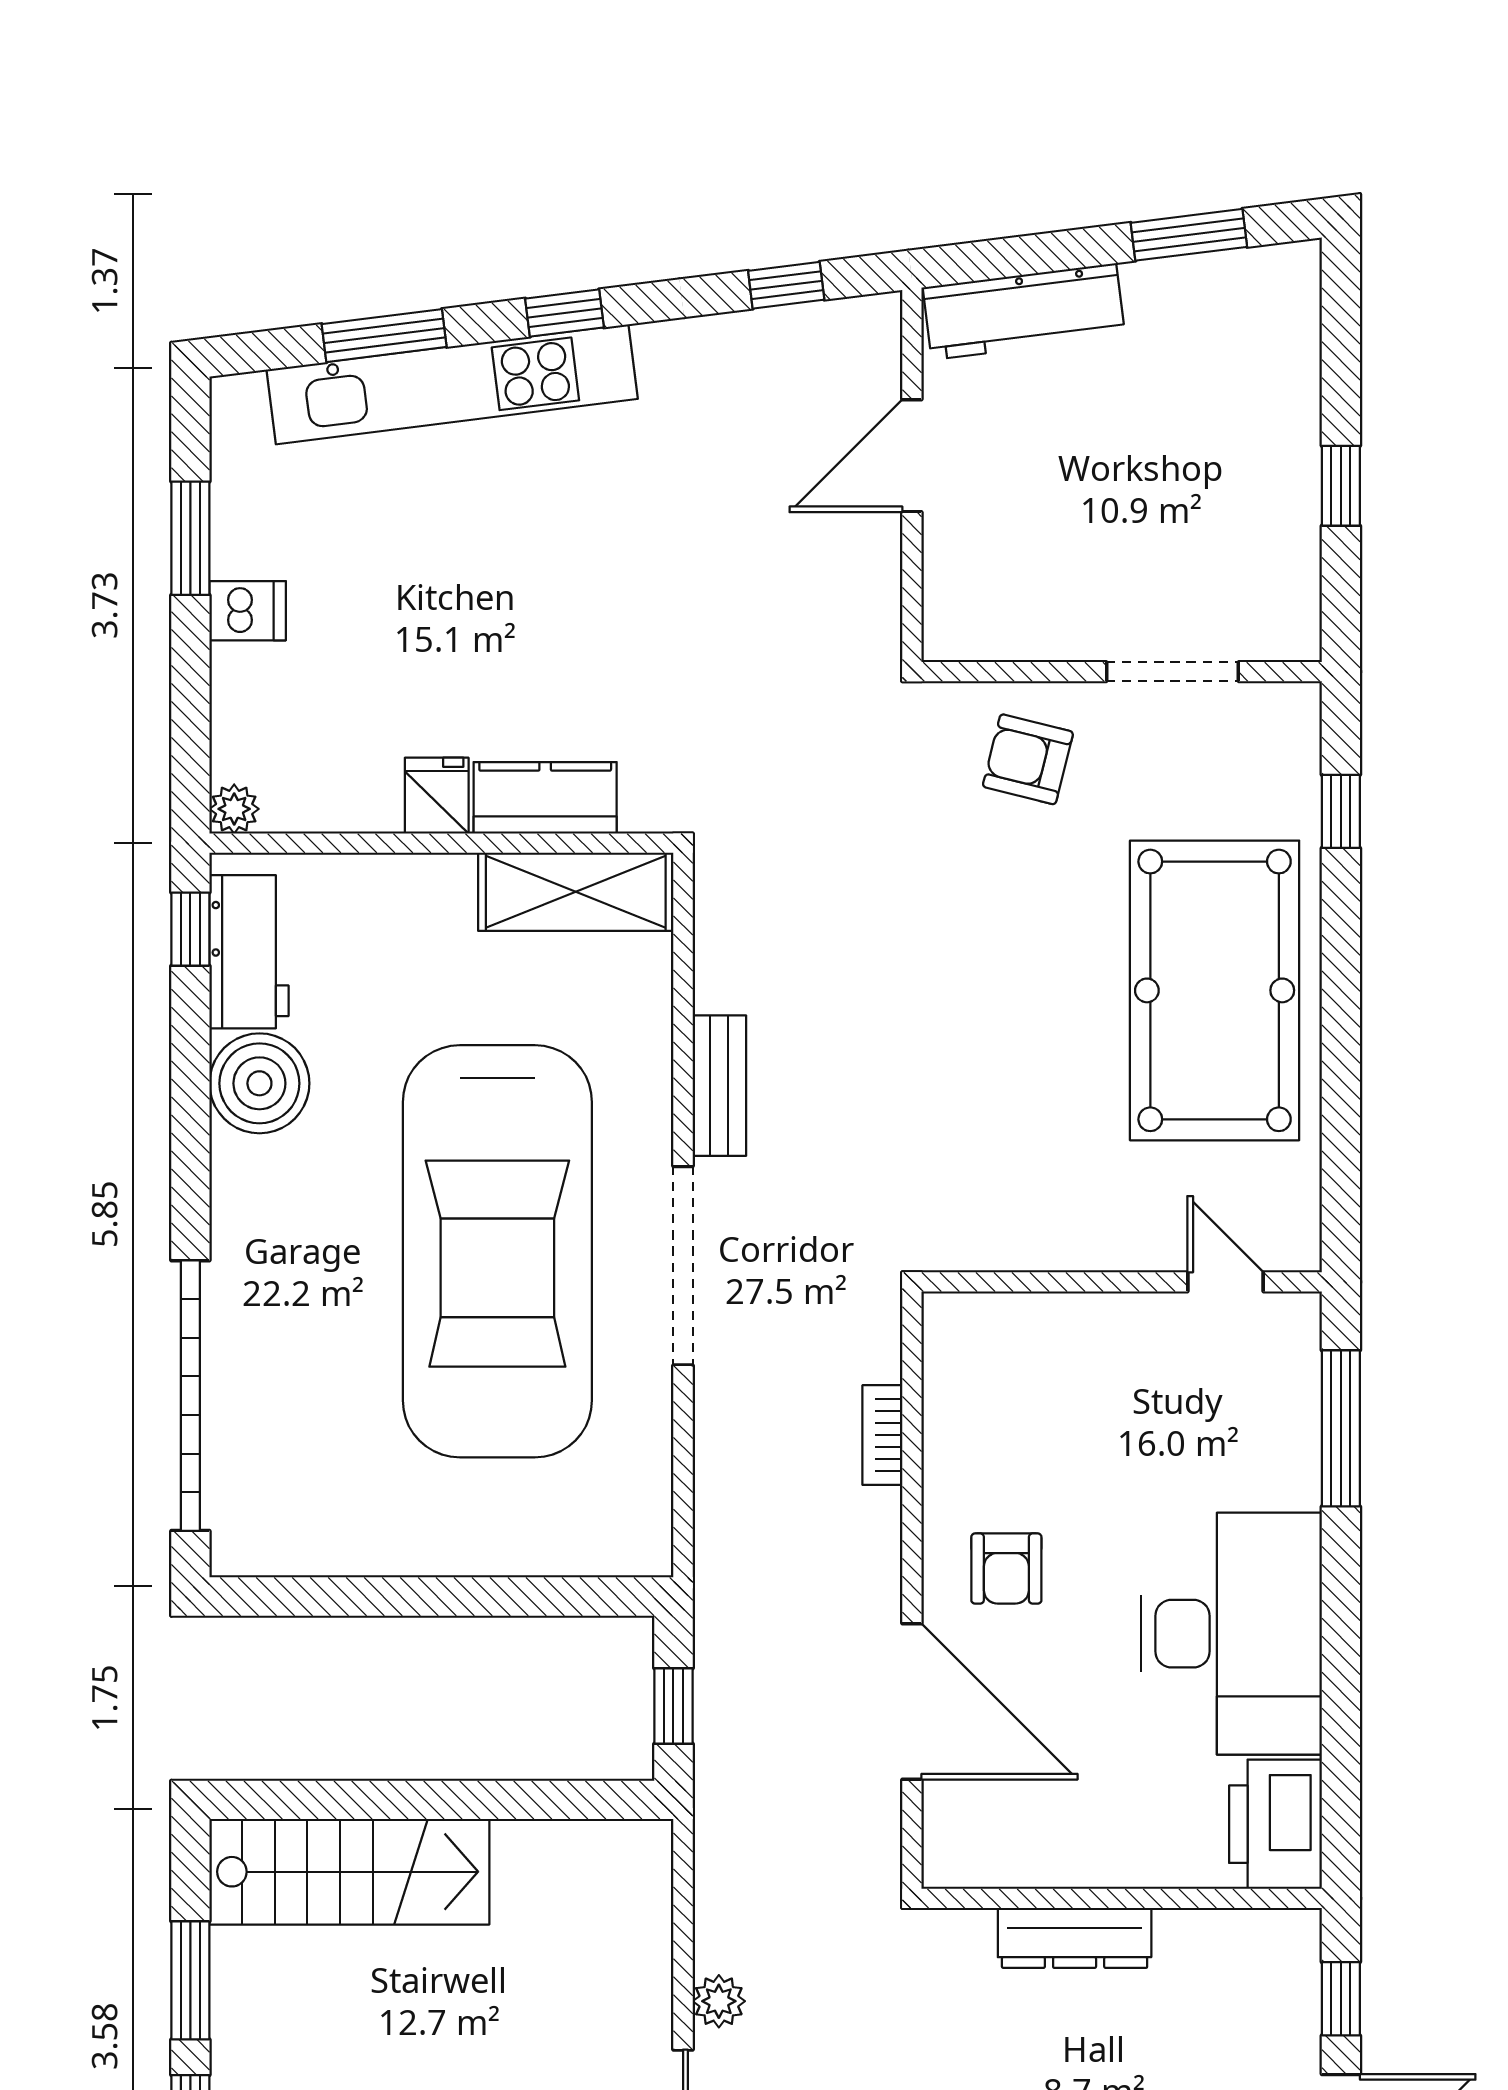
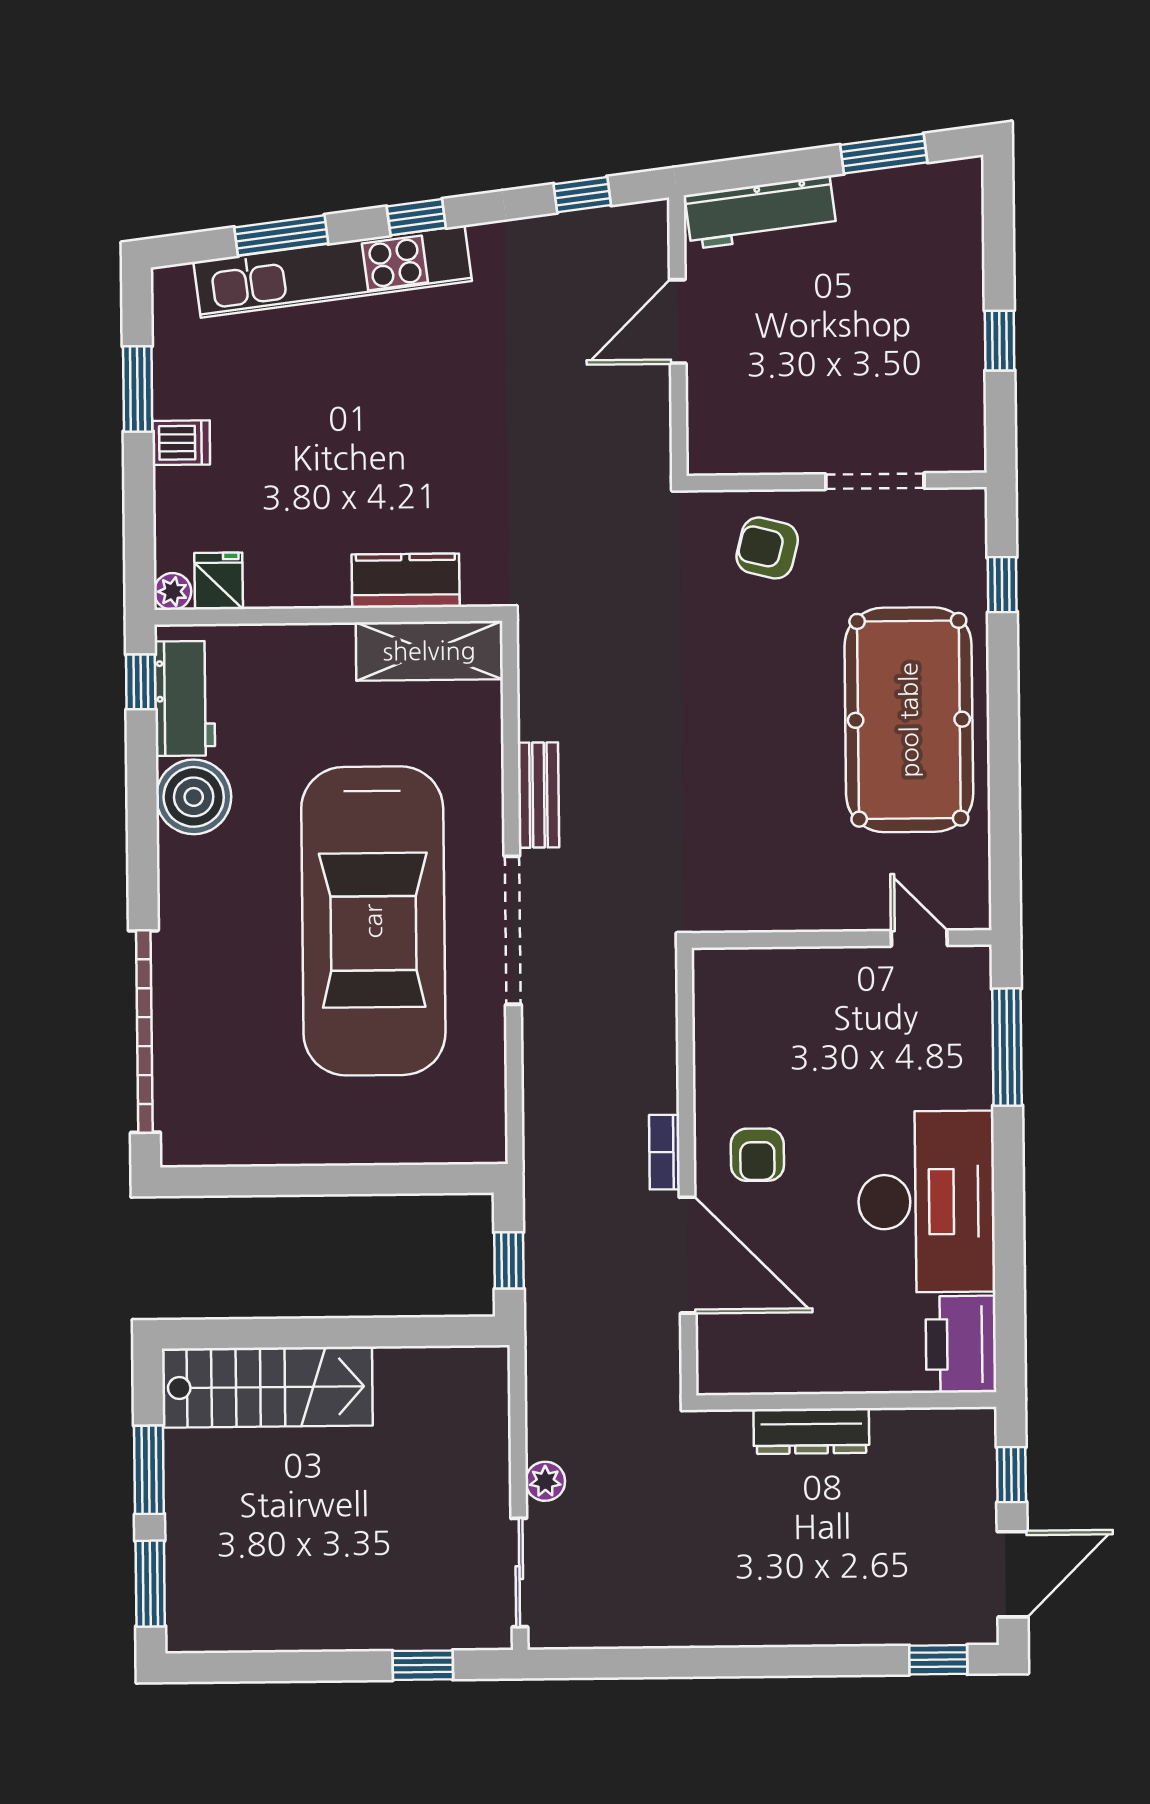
fridge: (437, 796) -> (219, 581), moved
bookcase: (882, 1435) -> (664, 1152), moved

